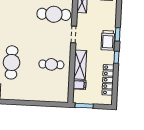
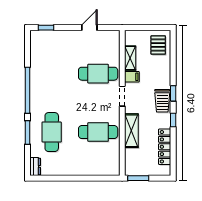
cafe table: (51, 64) -> (98, 132), width x1.37, depth x1.35
filing cabinet: (79, 85) -> (132, 77), moved

